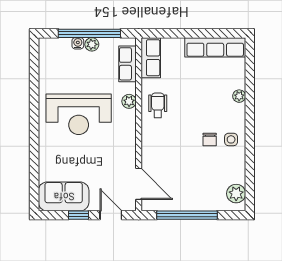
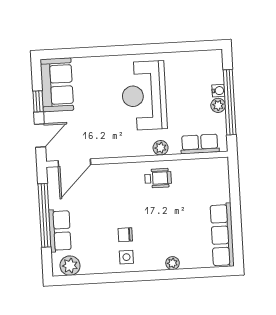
row of seats: (151, 58) -> (60, 231), moved, turned -90

